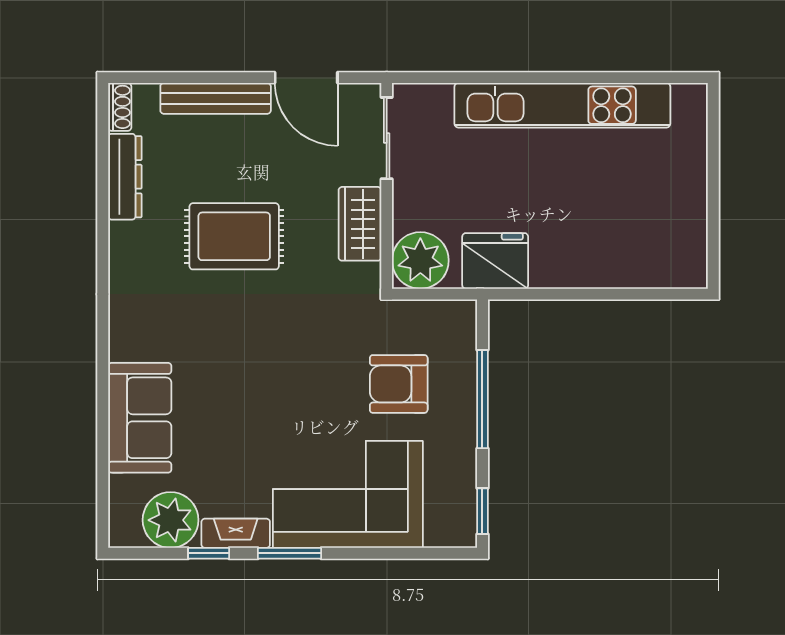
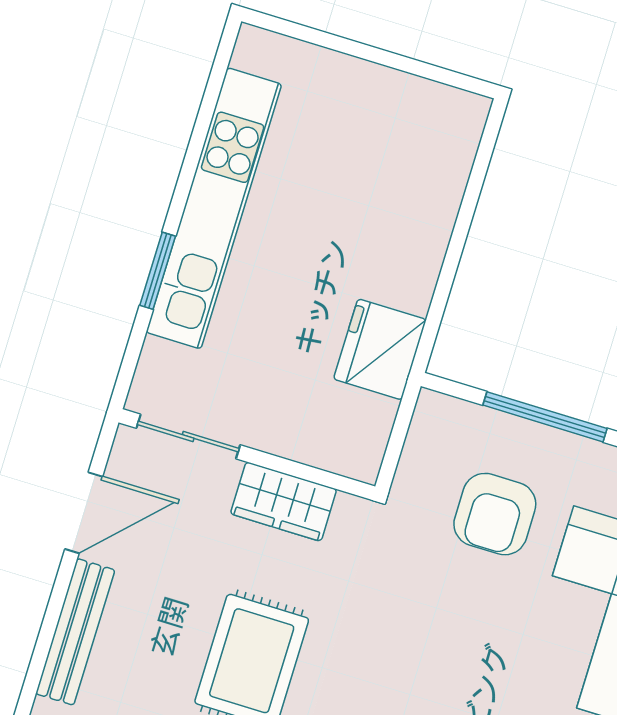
window: (503, 78) -> (158, 271), added
plant: (420, 260) -> (351, 441), removed

